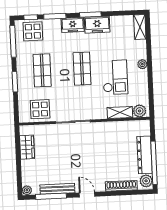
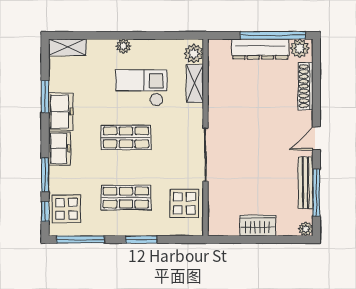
window: (90, 15) -> (45, 97), moved
wardrobe: (27, 147) -> (258, 226), moved

